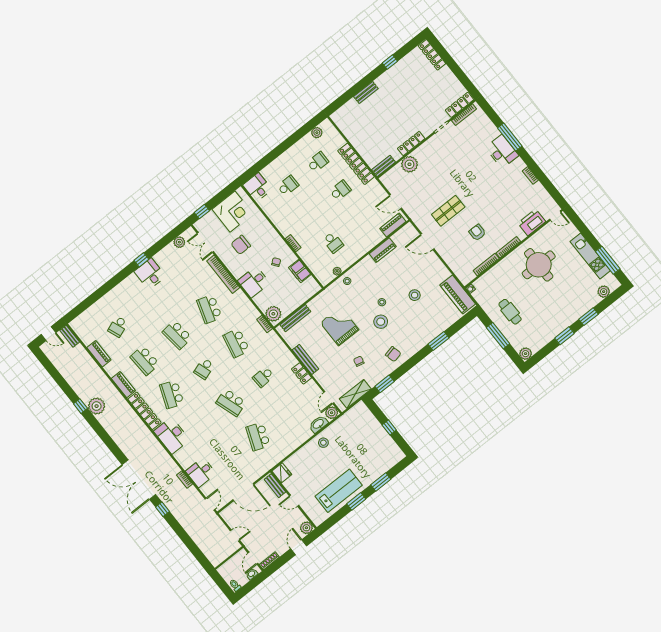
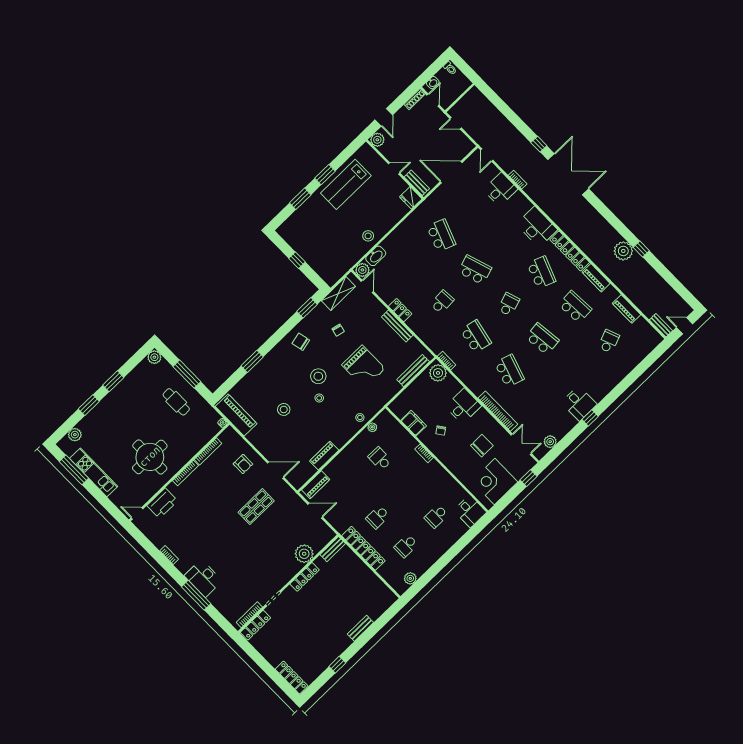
armchair: (477, 232) -> (243, 464), moved

